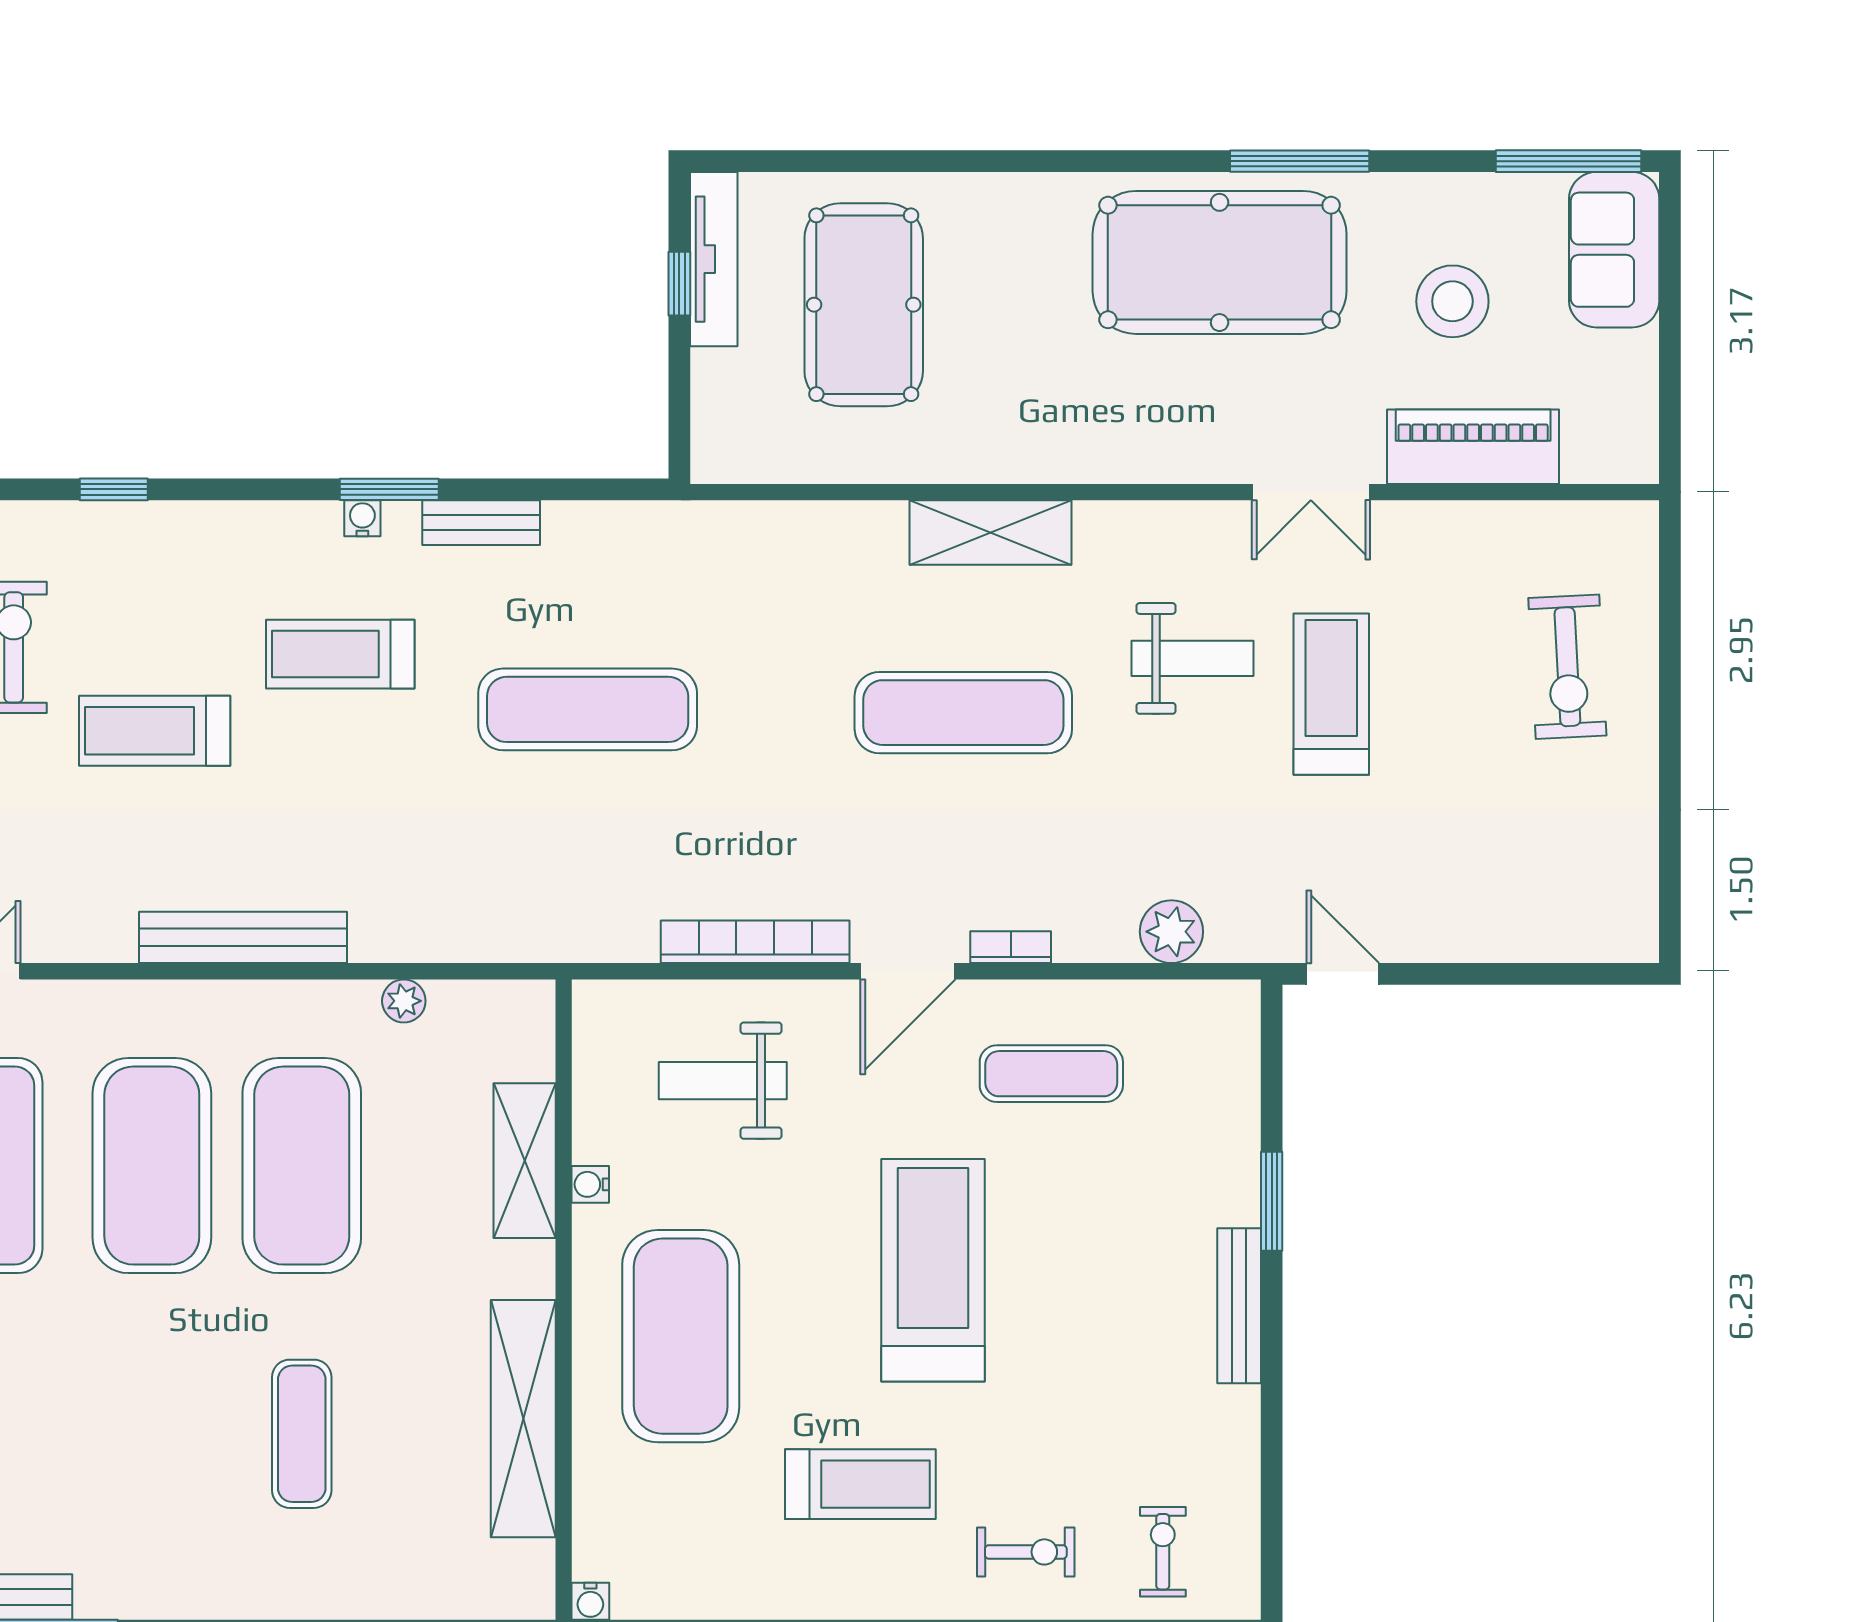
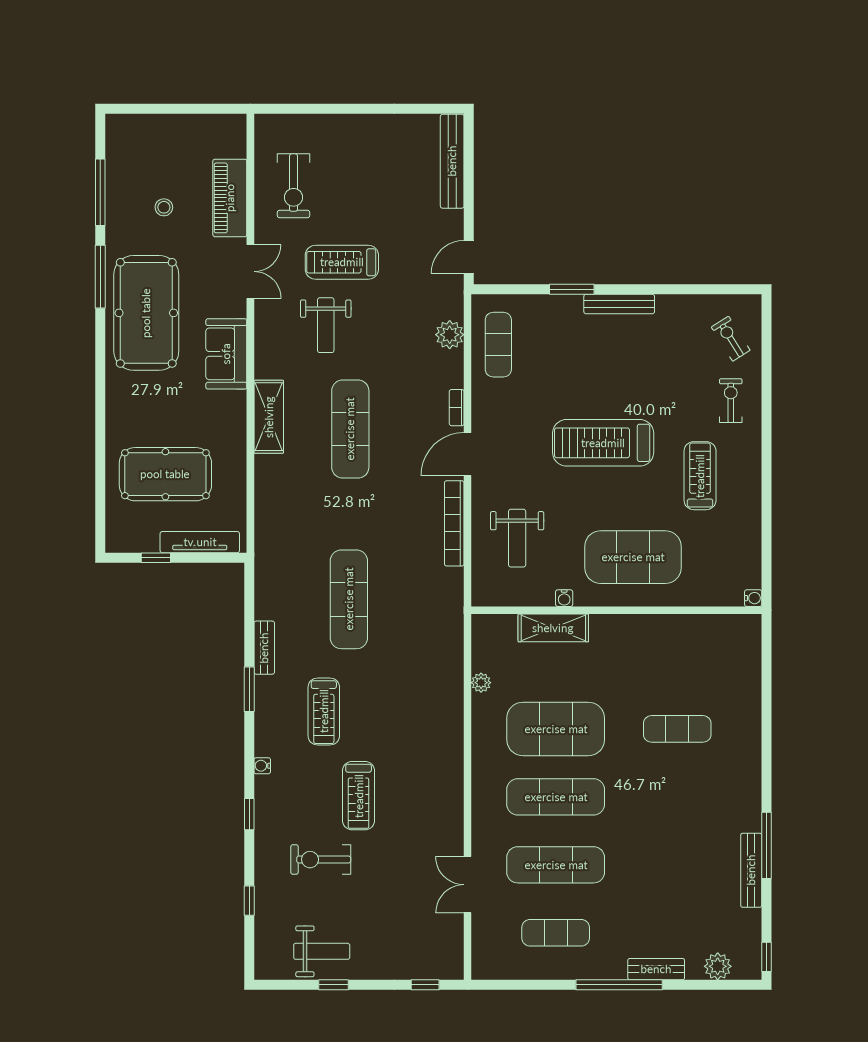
window: (1568, 161) -> (100, 192), moved
sofa: (1614, 250) -> (226, 354), moved, turned 90
tv unit: (714, 259) -> (200, 542), moved
stool: (1452, 301) -> (164, 207), width x0.53, depth x0.53
water cooler: (362, 518) -> (262, 766), moved
weight bench: (1192, 658) -> (326, 325), turned 180
exercise bike: (1567, 667) -> (293, 186), moved, turned 93
bench: (243, 937) -> (452, 161), moved
door: (908, 971) -> (468, 454), swing flipped
exercise mat: (1051, 1074) -> (498, 345), moved
exercise mat: (152, 1166) -> (556, 797), width x0.68
shelving: (523, 1419) -> (670, 629), removed
exercise bike: (1163, 1552) -> (731, 339), turned 58

